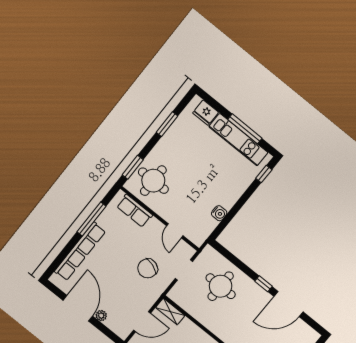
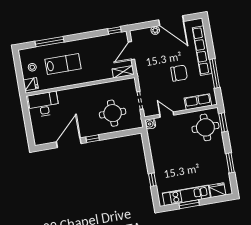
window: (245, 129) -> (189, 204), width x0.69
window: (264, 174) -> (152, 180), moved
water cooler: (219, 213) -> (150, 124), moved
chair: (148, 268) -> (179, 73), moved, turned 72

